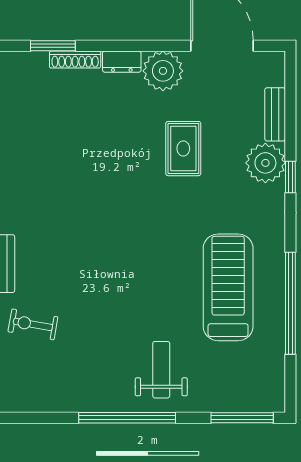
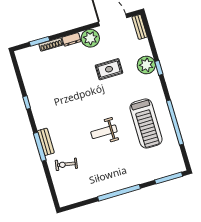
bench: (275, 114) -> (140, 27), moved
rug: (183, 149) -> (109, 69), turned 90
treadmill: (228, 287) -> (146, 124), turned 180
weight bench: (161, 370) -> (104, 132), moved, turned -90

